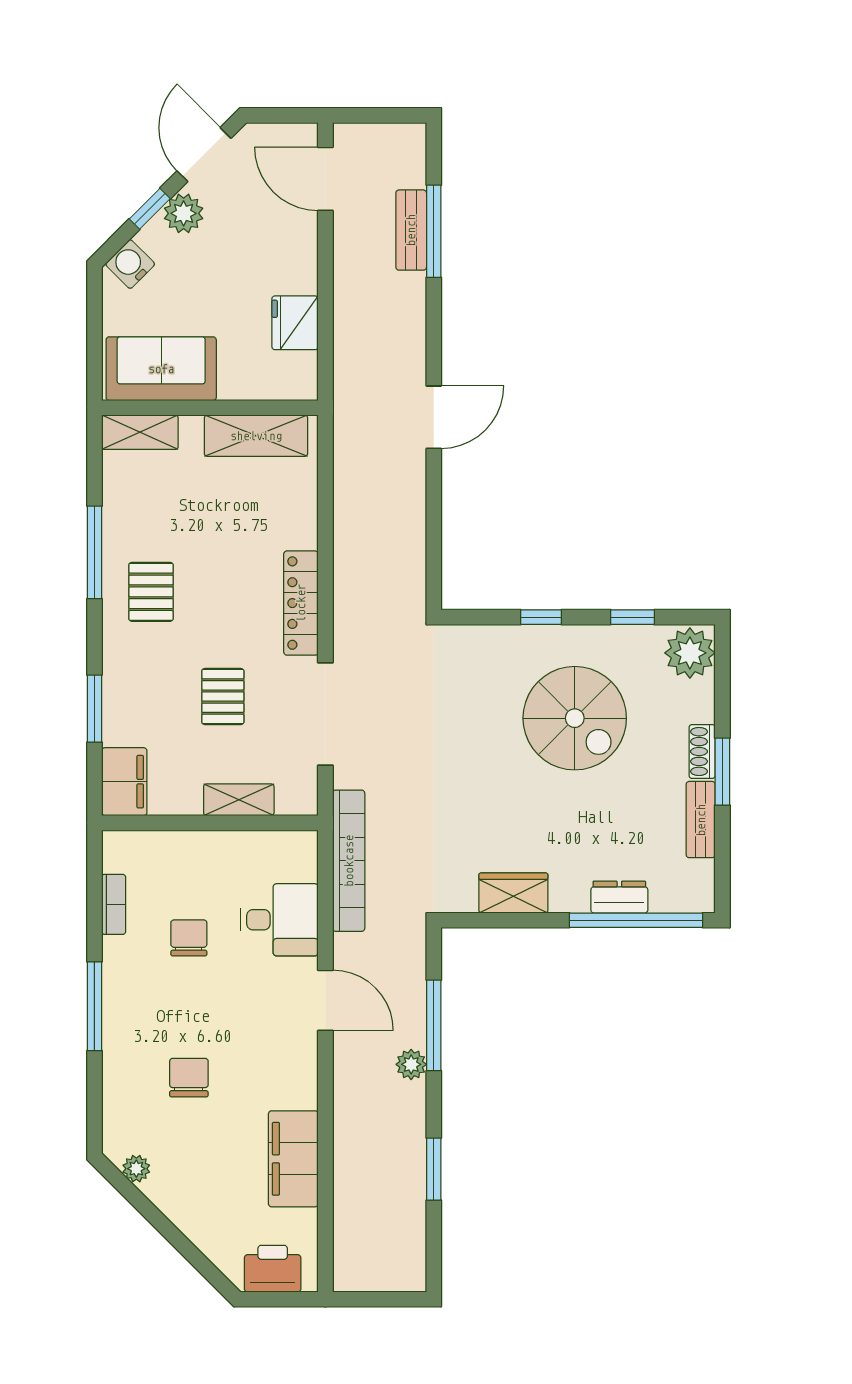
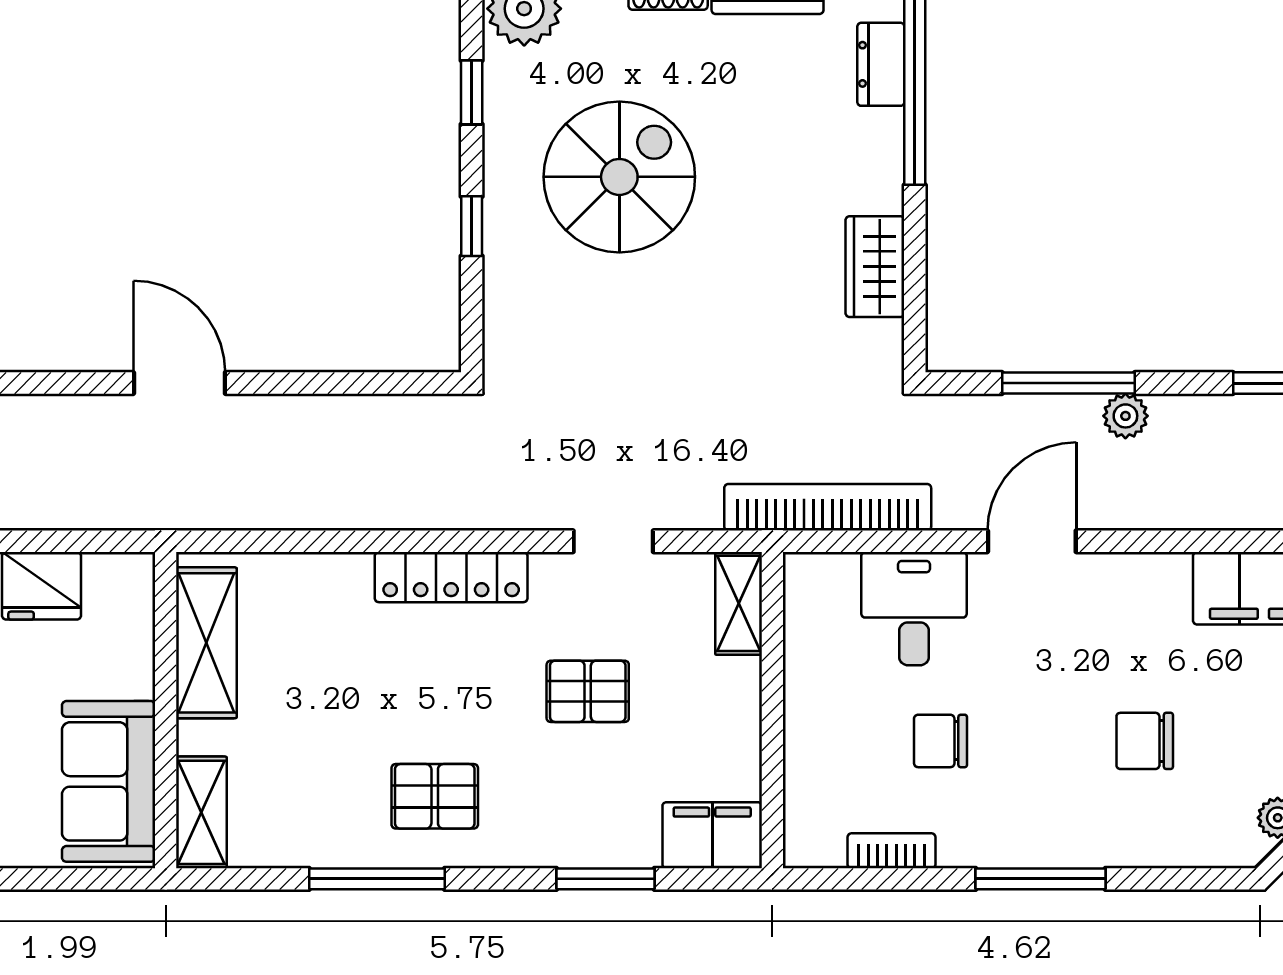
doorway: (325, 714) -> (613, 541), width x0.53
shelving: (239, 800) -> (739, 603), moved
dresser: (619, 897) -> (881, 64), moved

